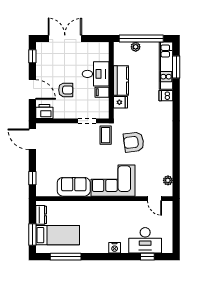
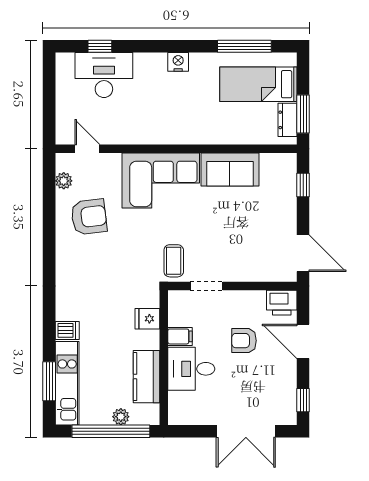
kitchen counter: (121, 81) -> (147, 377), moved
armchair: (134, 142) -> (89, 217), moved
window: (32, 234) -> (303, 114), moved
nightstand: (115, 248) -> (178, 62), moved

